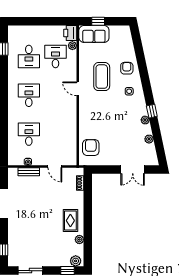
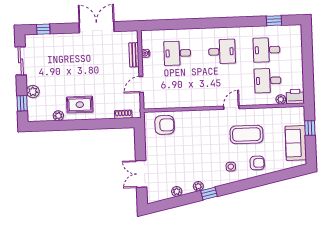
sofa: (94, 34) -> (296, 143), moved
desk: (55, 56) -> (268, 81), turned 180
desk: (29, 134) -> (177, 53), turned 180
plant: (76, 261) -> (33, 91), moved

